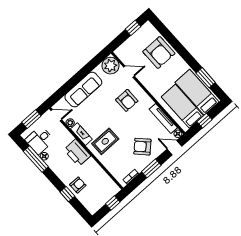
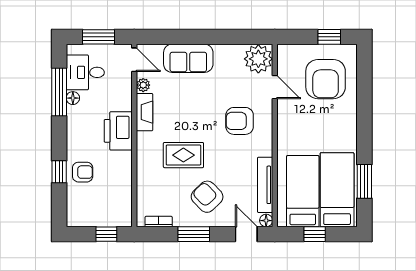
armchair: (159, 53) -> (326, 79), moved
sofa: (83, 90) -> (188, 58), width x0.73
armchair: (127, 100) -> (240, 121), turned 90
rug: (105, 141) -> (183, 155), moved

